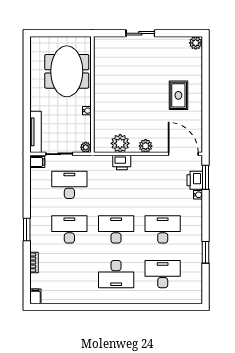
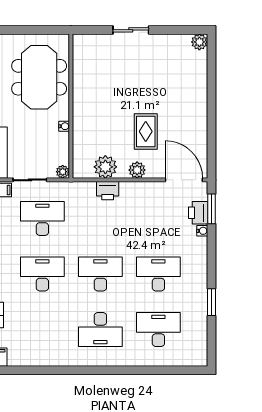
rug: (178, 95) -> (146, 131), moved

